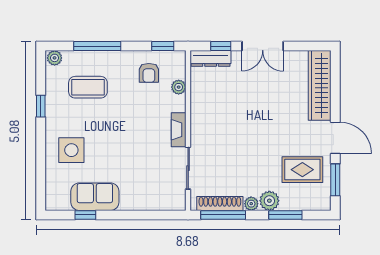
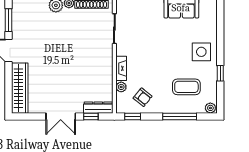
double door: (263, 46) -> (61, 116), swing flipped
armchair: (149, 73) -> (143, 97), turned 129
fireplace: (179, 130) -> (121, 68), moved
side table: (71, 150) -> (201, 52), moved
rug: (302, 170) -> (32, 28), removed

